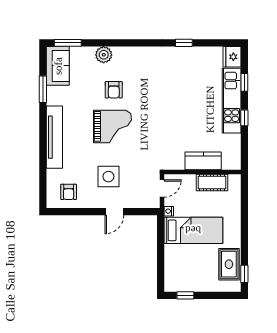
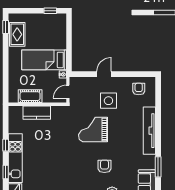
grand piano: (112, 126) -> (93, 130), moved

